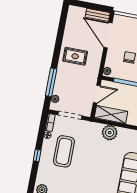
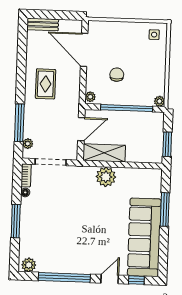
bench: (98, 15) -> (43, 24), moved
rug: (75, 56) -> (46, 84), turned 90
coffee table: (64, 151) -> (50, 210), removed
window: (37, 155) -> (16, 221), width x2.17

